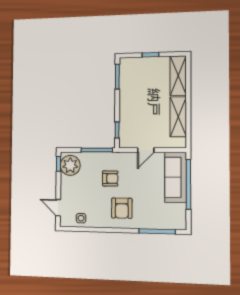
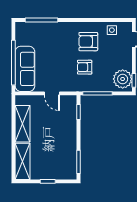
door: (146, 150) -> (52, 93), swing flipped
armchair: (122, 208) -> (88, 42), moved, turned -90

